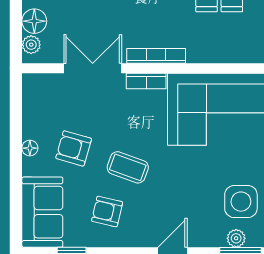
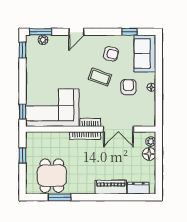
armchair: (74, 148) -> (128, 87), turned -106
side table: (241, 202) -> (40, 59), removed

